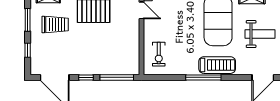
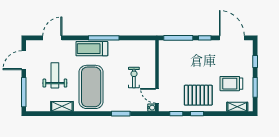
weight bench: (260, 34) -> (55, 75), turned 90
exercise bike: (159, 54) -> (134, 78), moved

